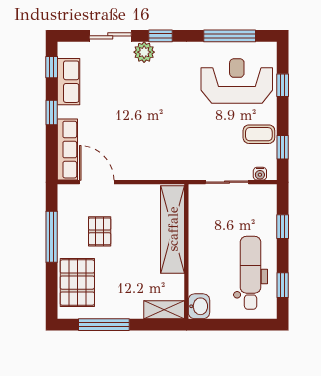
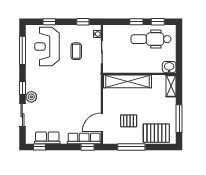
window: (52, 112) -> (88, 147), moved
coffee table: (259, 134) -> (76, 51), moved
window: (283, 227) -> (136, 22), moved

